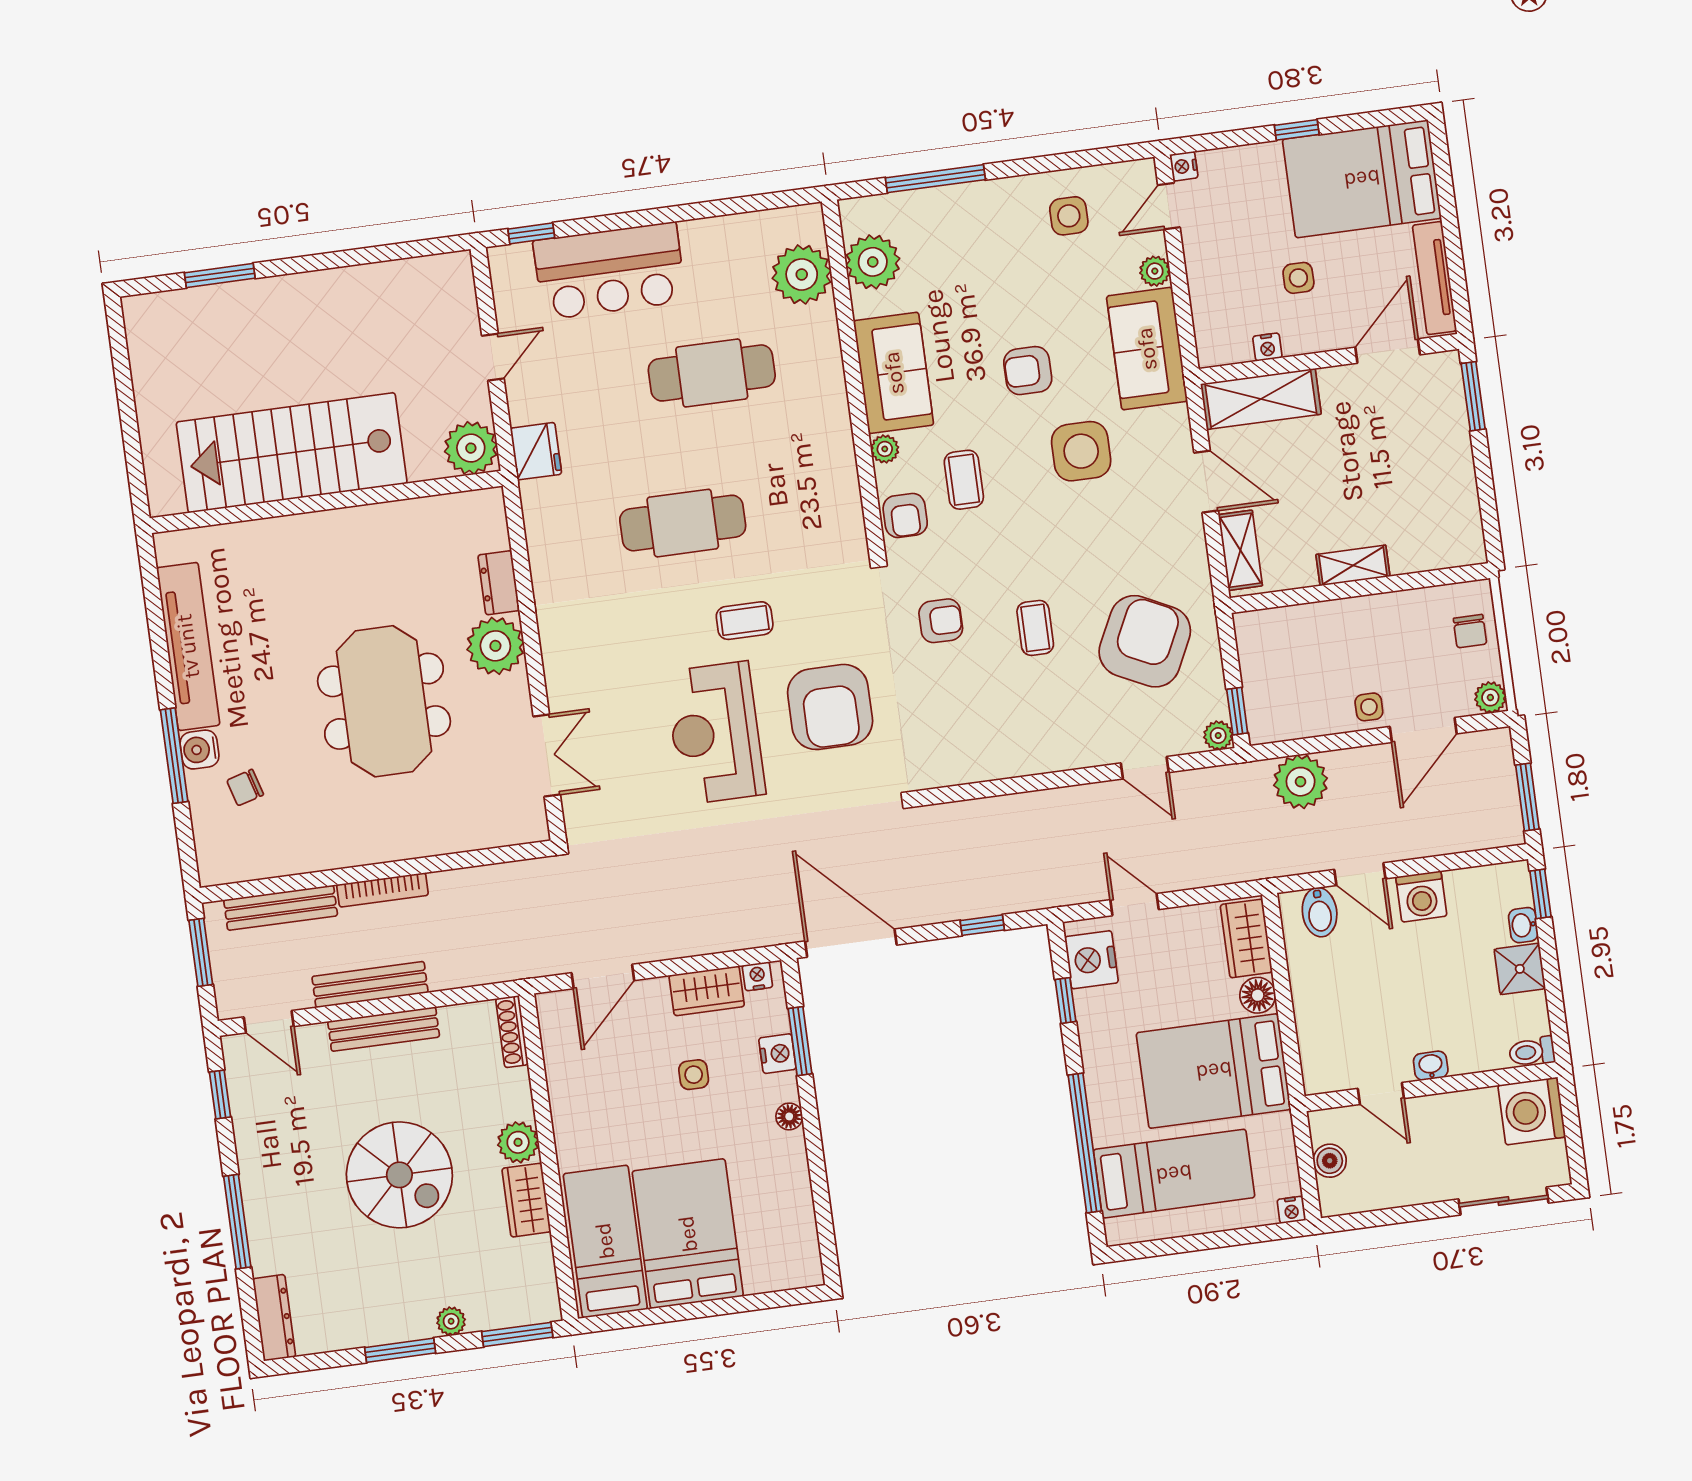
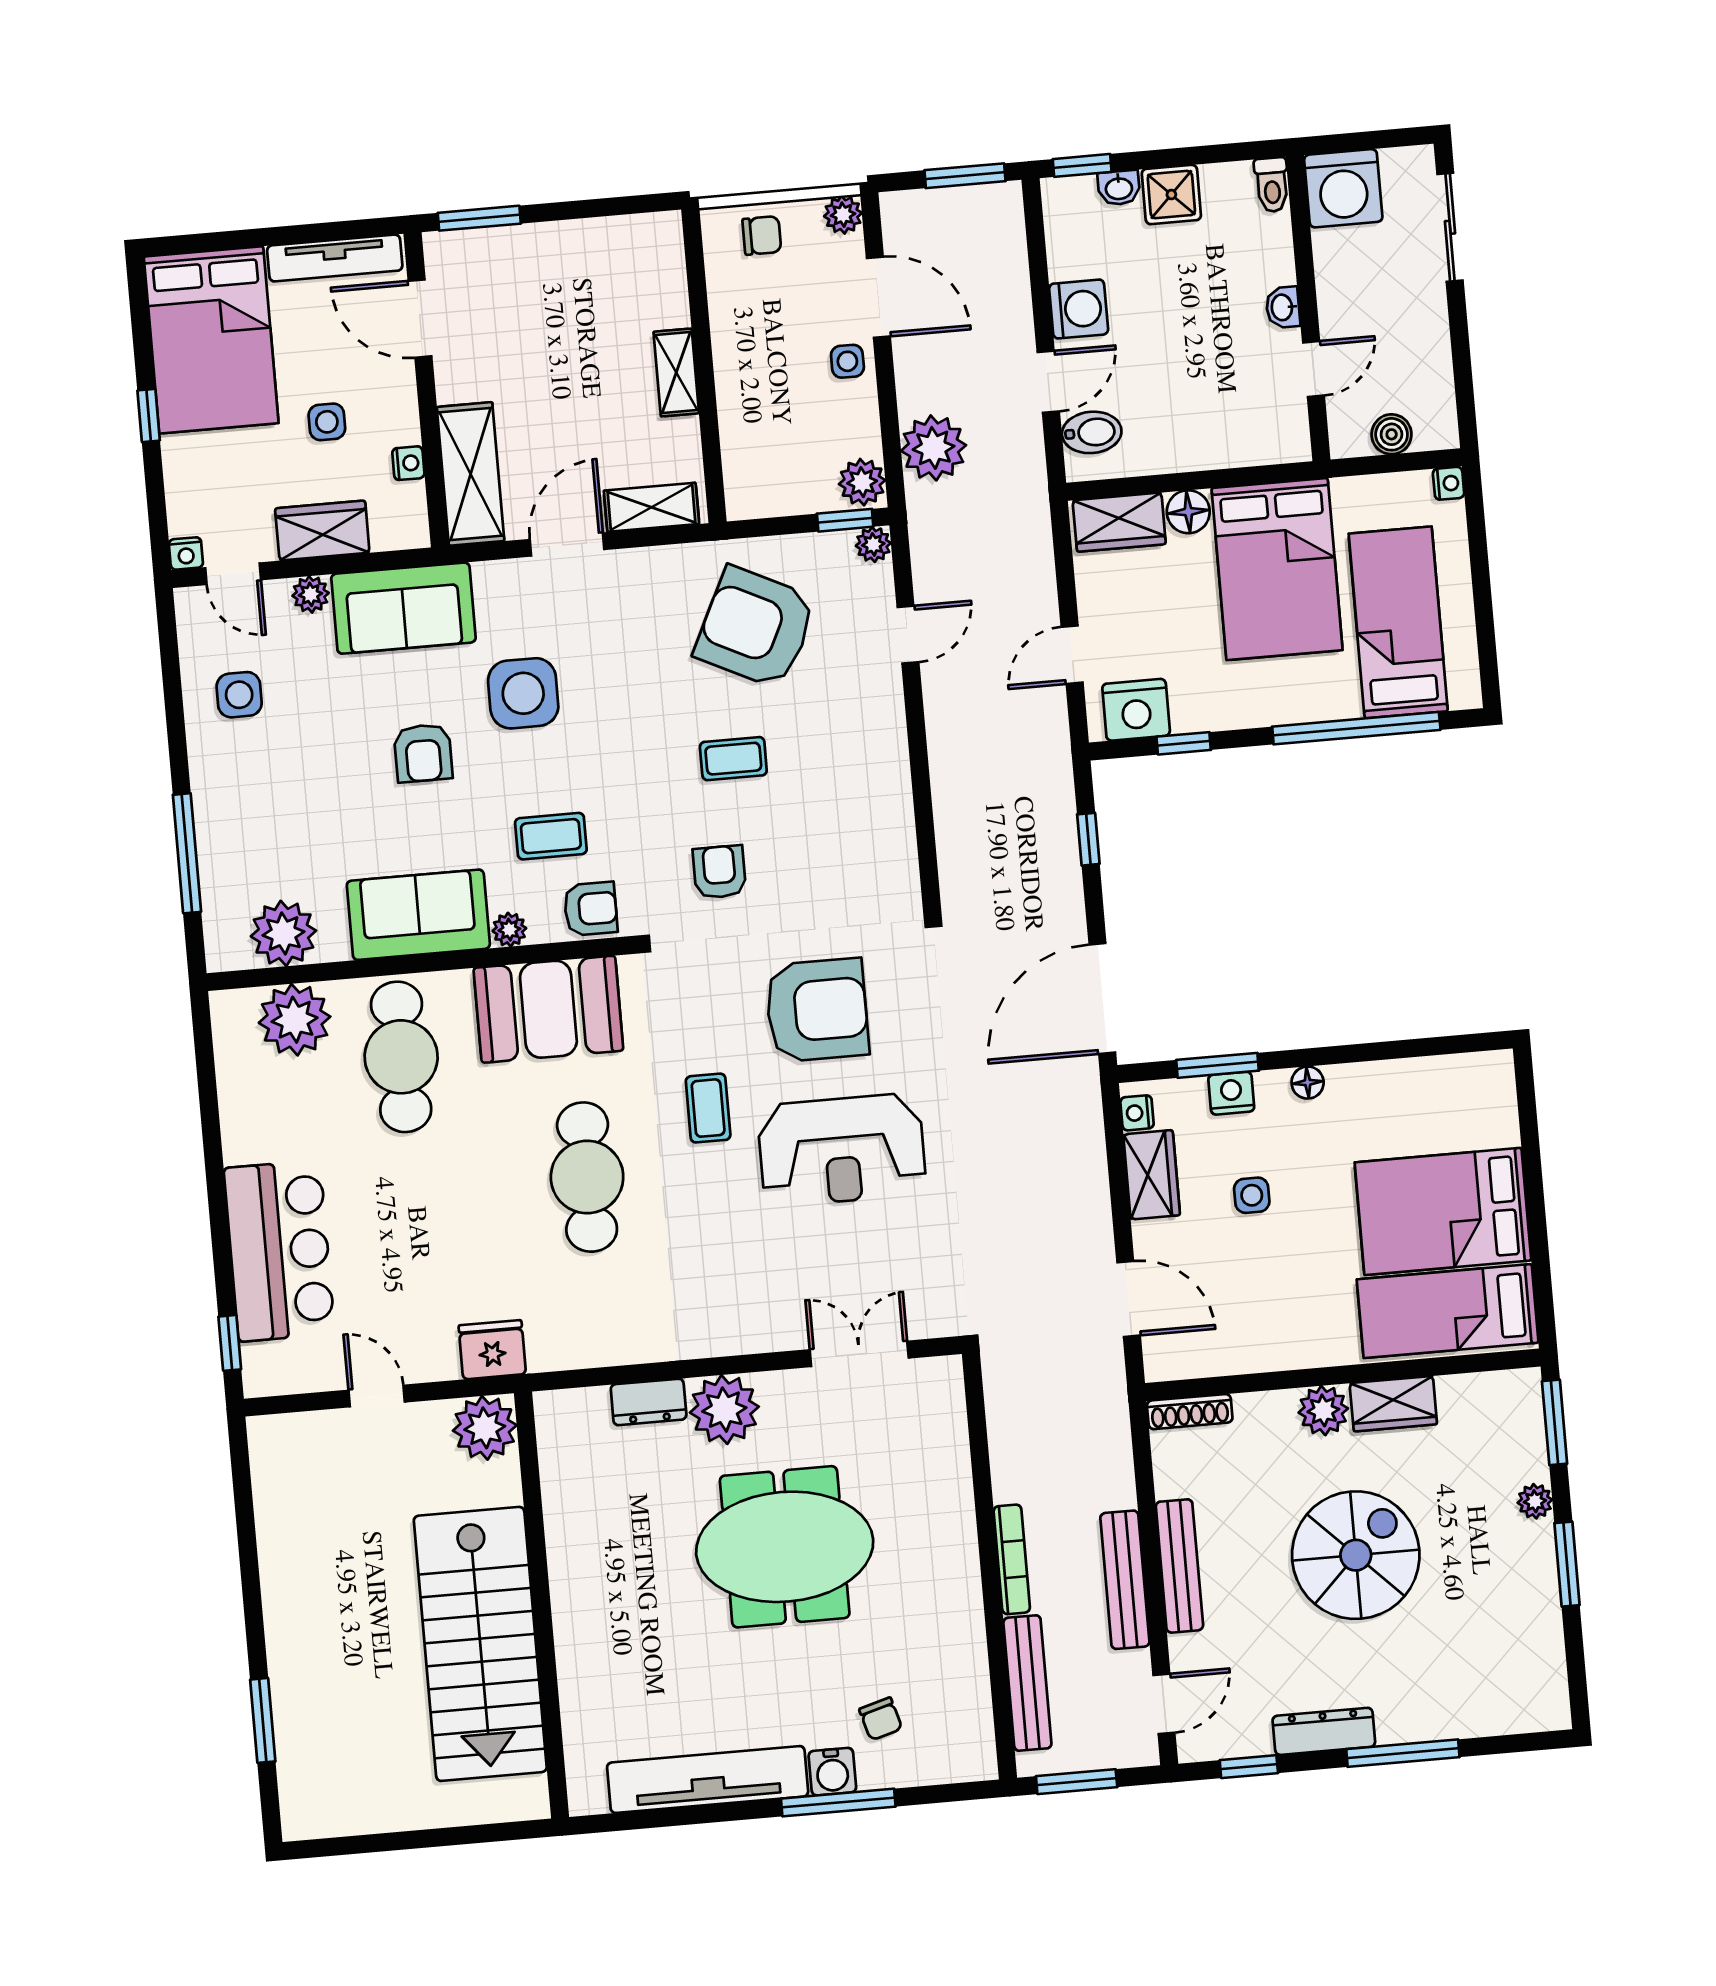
wardrobe: (1208, 278) -> (322, 531), added
cafe table: (712, 373) -> (401, 1057), moved
booth: (820, 484) -> (548, 1009), added
plant: (1269, 724) -> (862, 482), added
dresser: (274, 1318) -> (1324, 1731), moved

